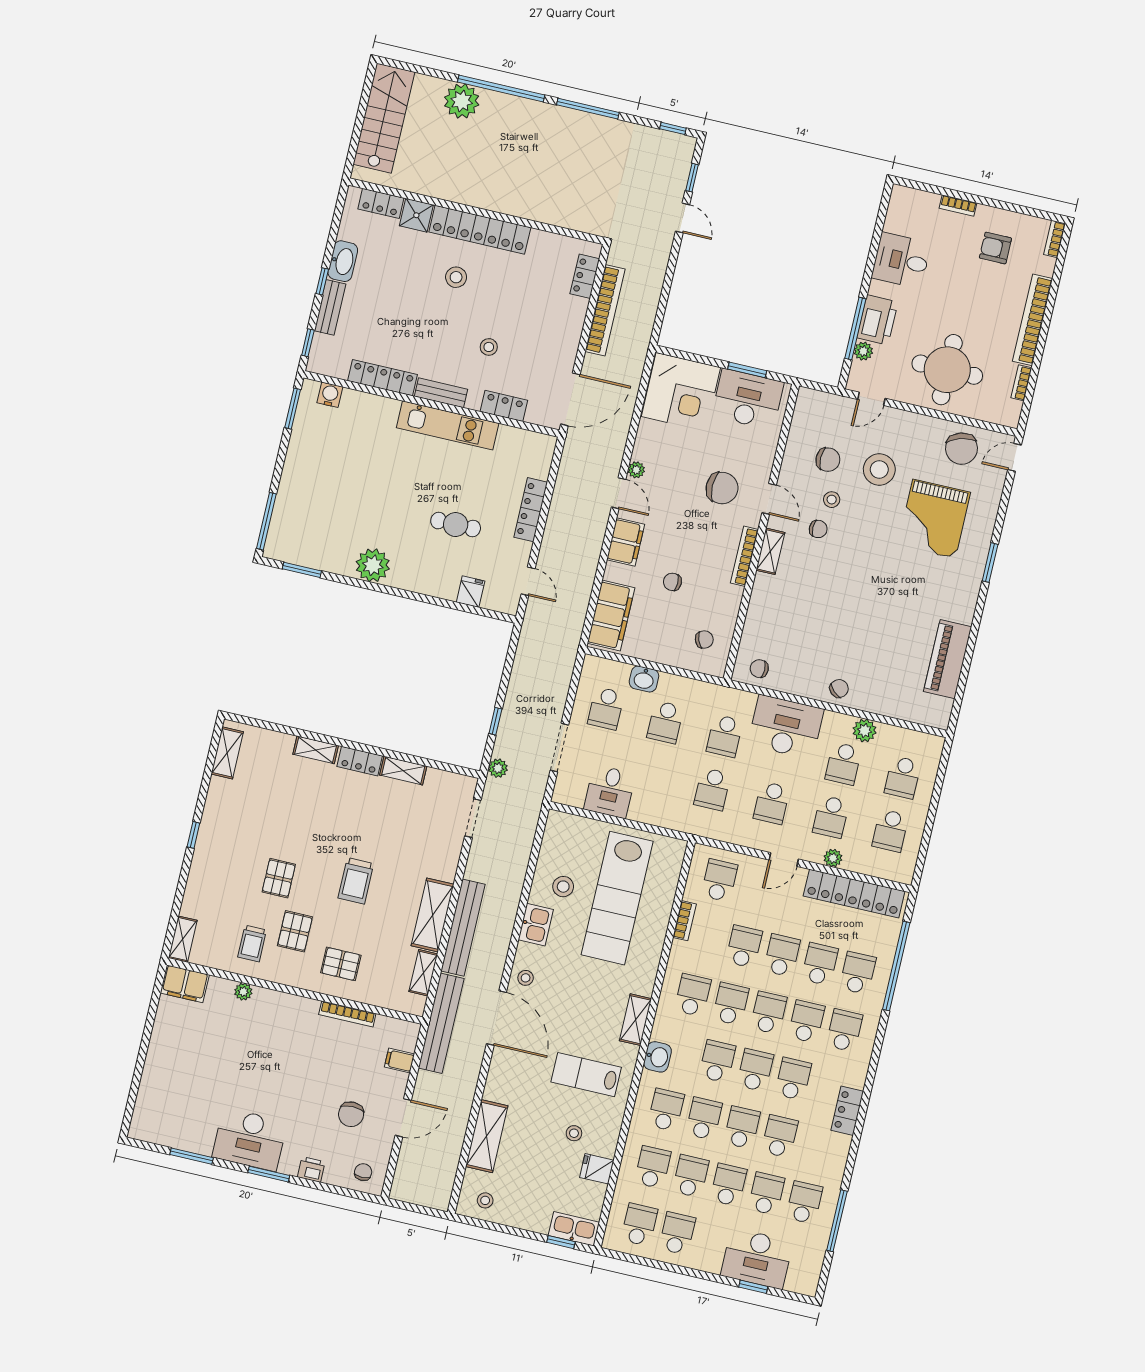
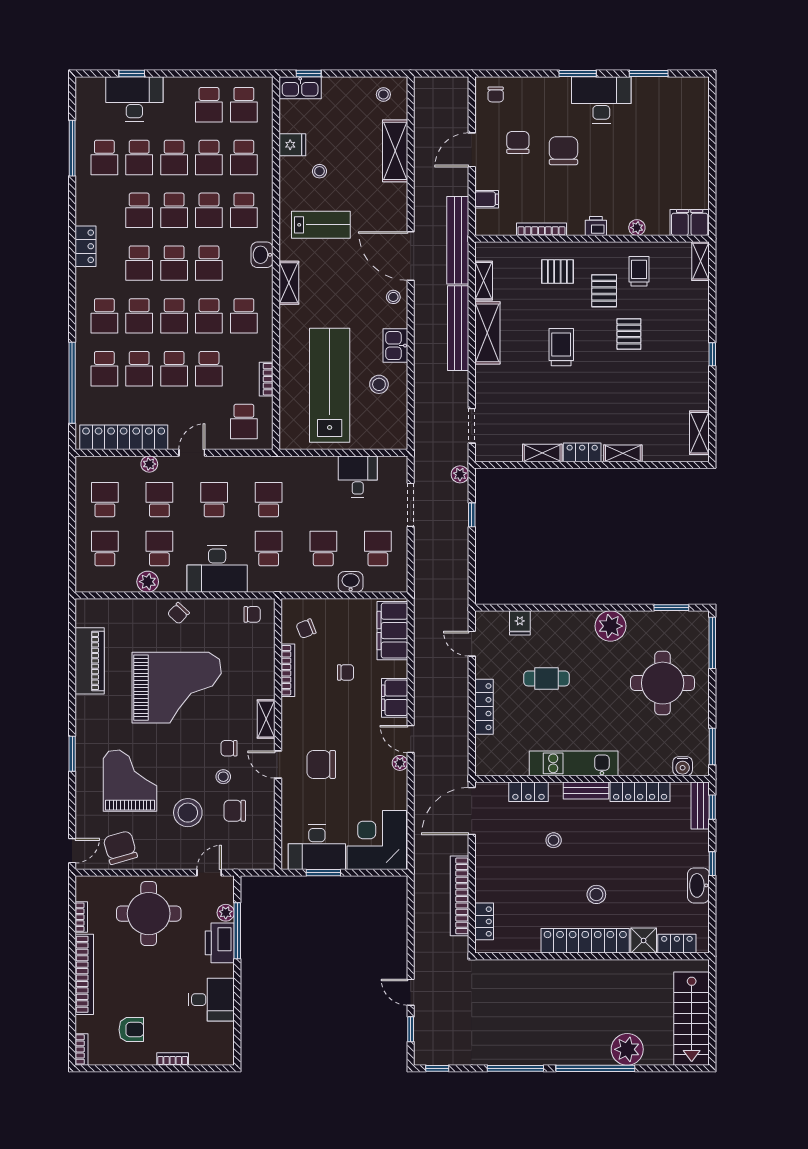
bench: (330, 307) -> (700, 806), moved
round table: (331, 490) -> (663, 683), added
bookcase: (744, 556) -> (288, 670), moved
grand piano: (860, 608) -> (177, 688), added
chair: (304, 1094) -> (563, 151), added
printer: (311, 1169) -> (596, 226), moved, turned 180

